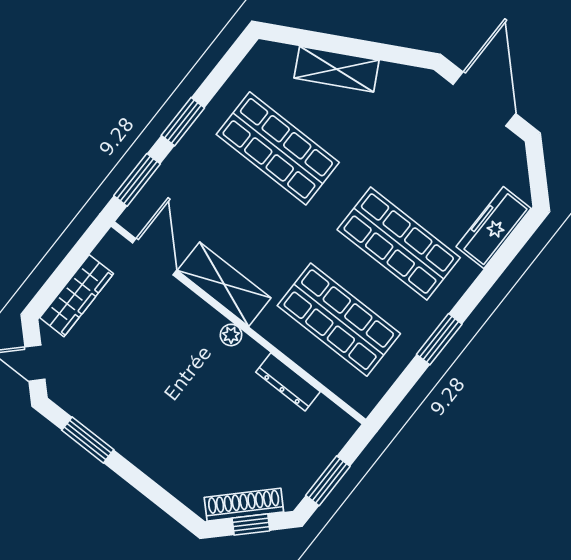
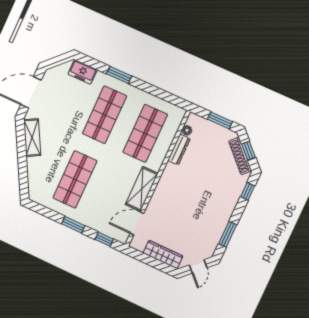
shelving: (337, 69) -> (32, 138), moved
window: (137, 180) -> (104, 239), width x0.67
freezer: (494, 228) -> (83, 72), width x0.71
plant: (231, 335) -> (187, 130), moved
window: (439, 339) -> (119, 75), moved
window: (167, 502) -> (248, 191), added

